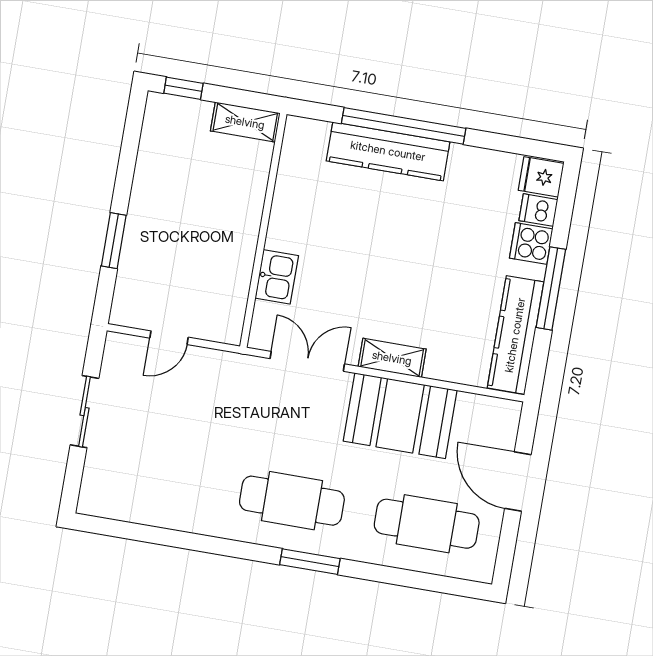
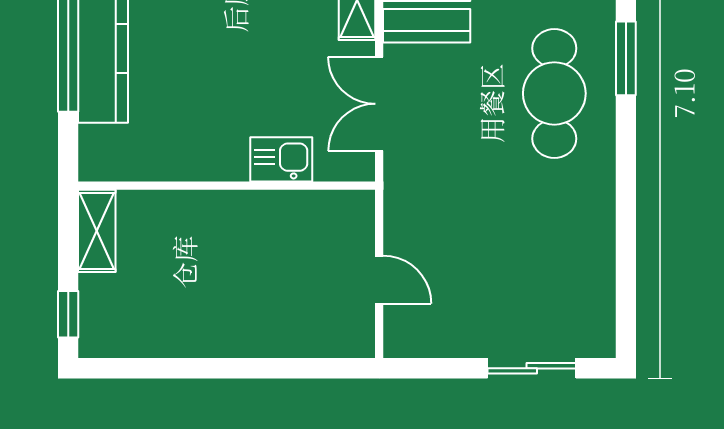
window: (114, 241) -> (271, 368), removed
sliding door: (84, 412) -> (532, 368), moved

